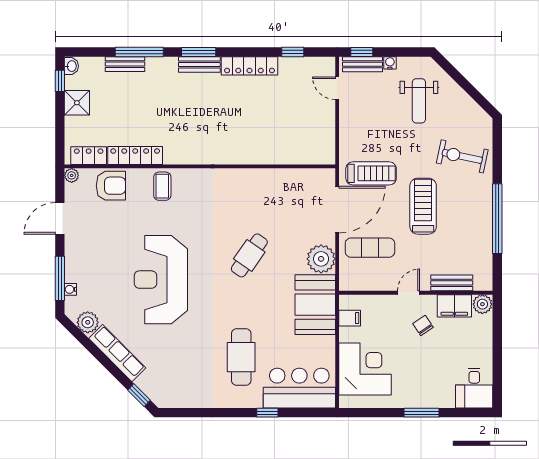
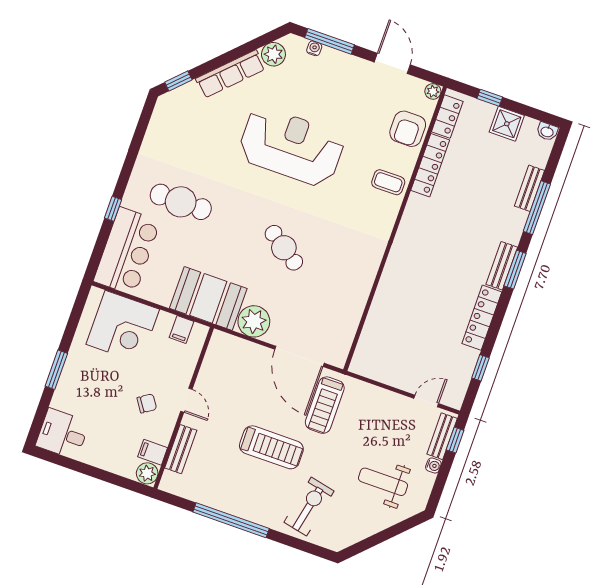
window: (60, 81) -> (490, 98), moved
exercise mat: (370, 248) -> (248, 377), removed
filing cabinet: (454, 306) -> (153, 452), width x0.50

